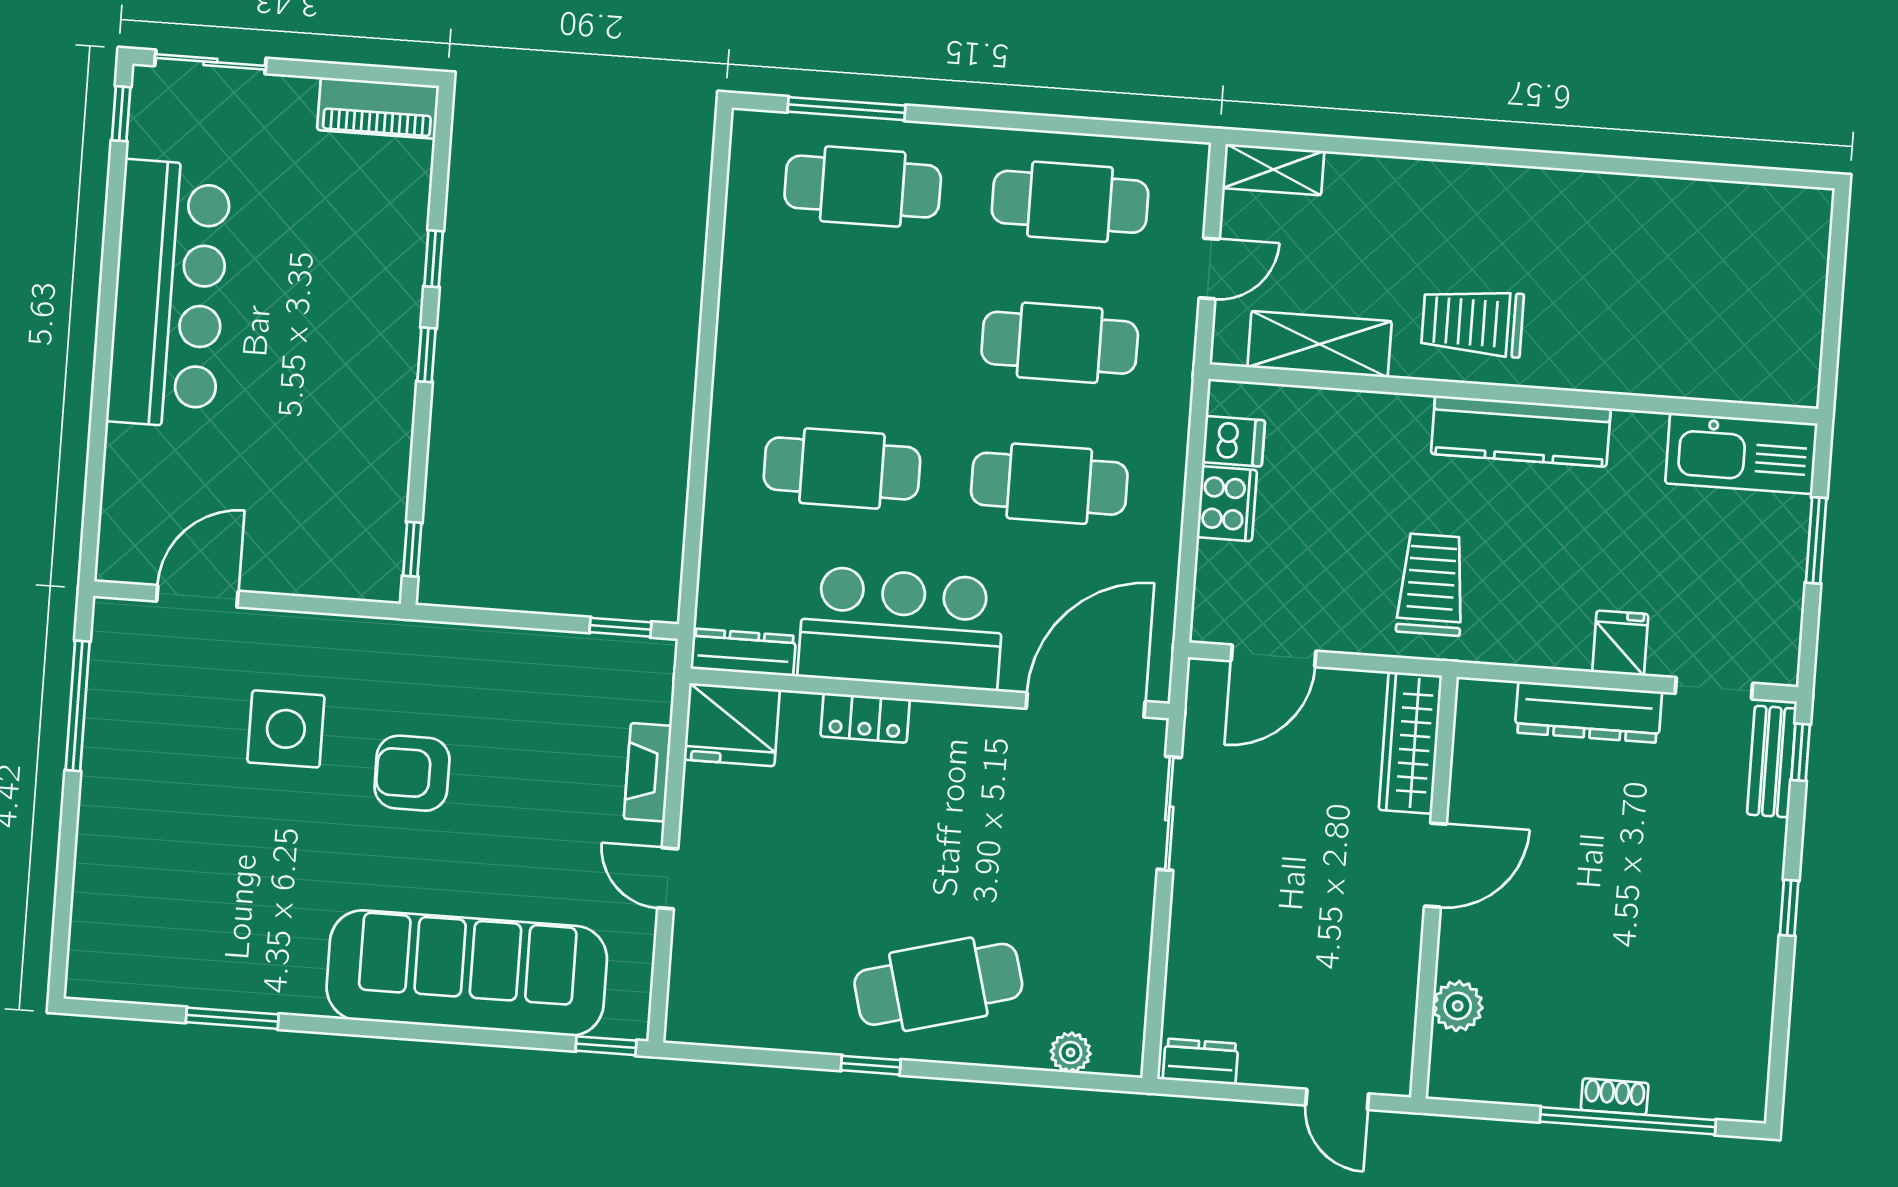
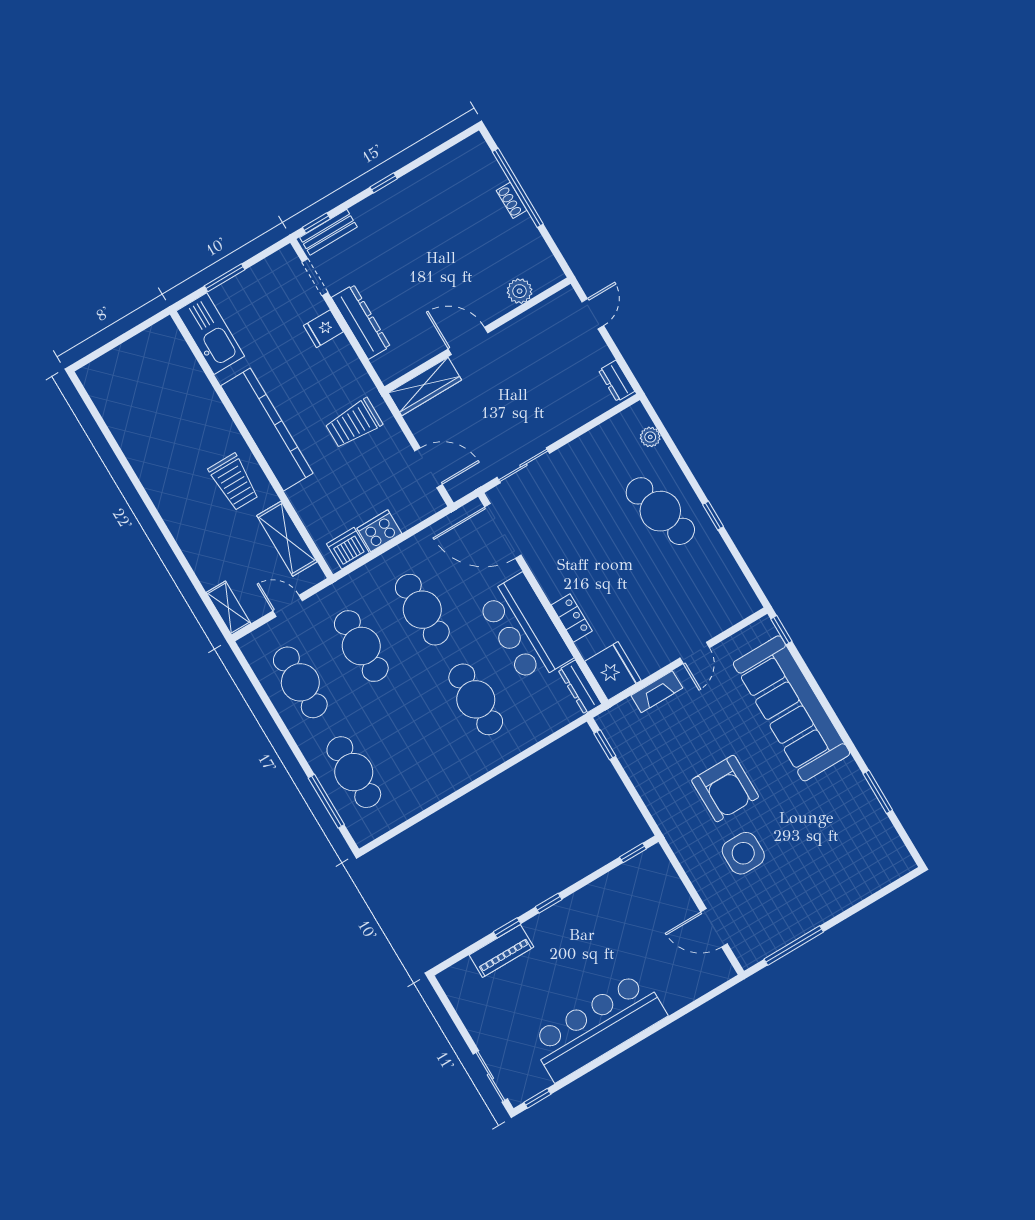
piano: (378, 108) -> (501, 951), moved, turned 90
kitchen counter: (1521, 431) -> (267, 429), width x1.39, depth x1.17
dishwasher: (1234, 441) -> (348, 548), width x1.38
armchair: (412, 773) -> (725, 789), width x1.36, depth x1.36

